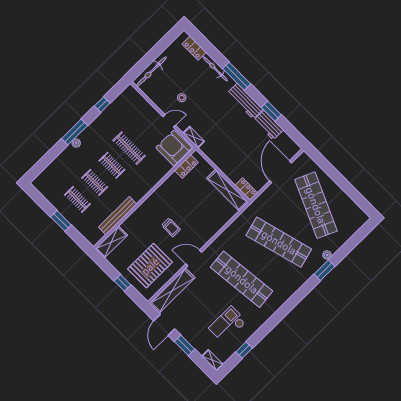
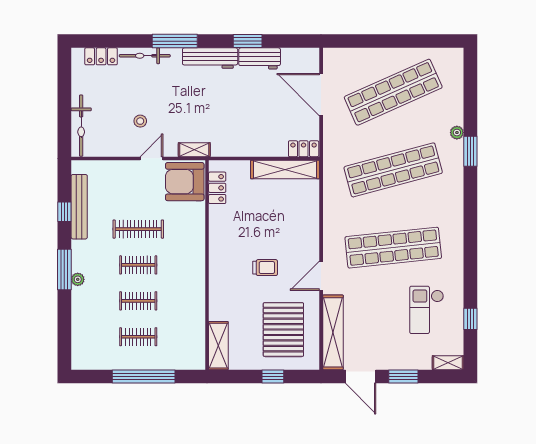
shop shelf: (316, 205) -> (393, 92), turned -48
bench: (118, 216) -> (79, 207), moved
window: (61, 221) -> (144, 376), width x2.11

